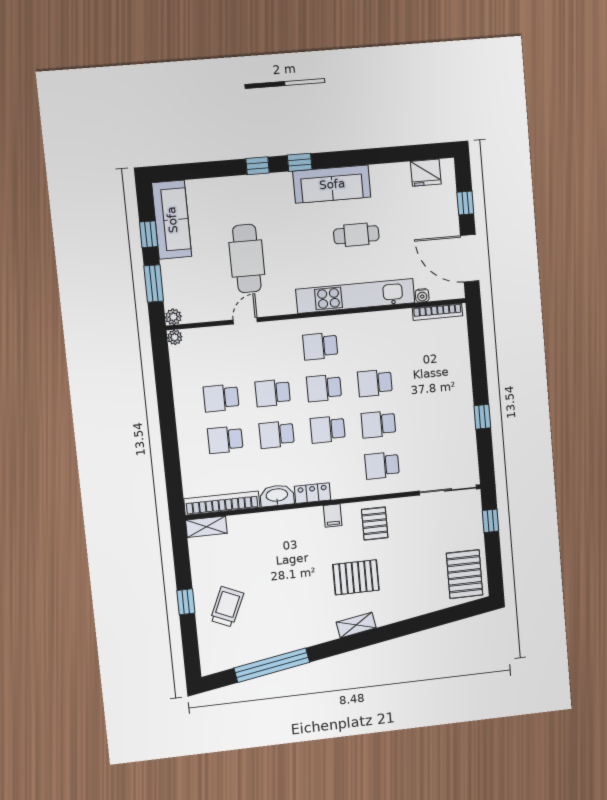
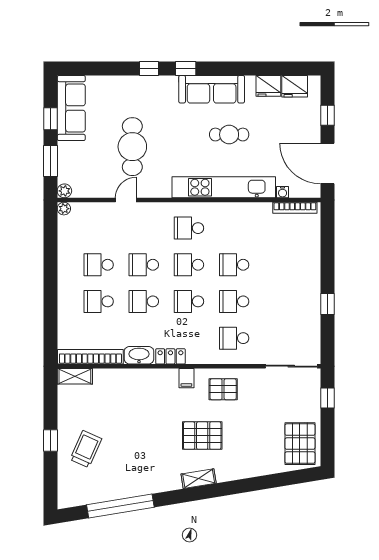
fridge: (396, 175) -> (268, 86), added
pallet: (375, 524) -> (223, 389), turned 90

